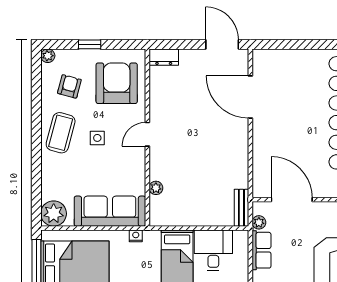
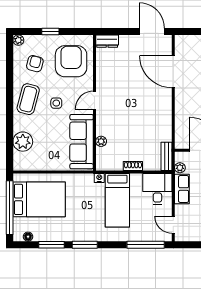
sofa: (110, 211) -> (82, 142), moved, turned -90
plant: (54, 214) -> (23, 142), moved
shoe rack: (197, 220) -> (133, 166), added
nightstand: (136, 236) -> (99, 178), moved
desk: (213, 250) -> (157, 189), moved

